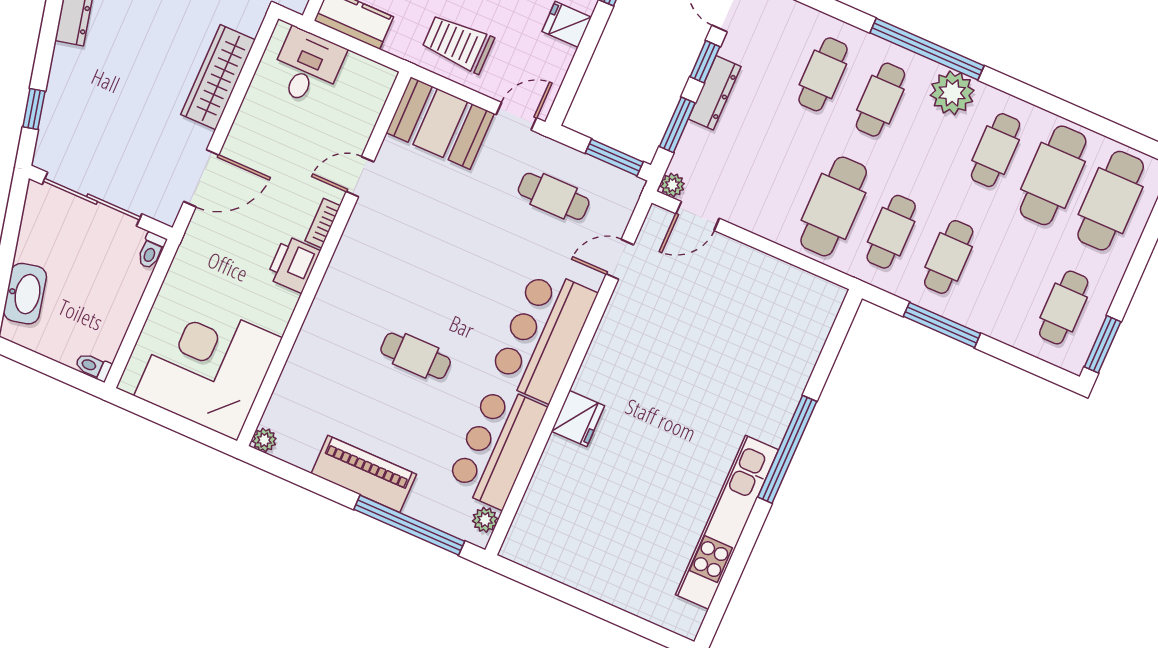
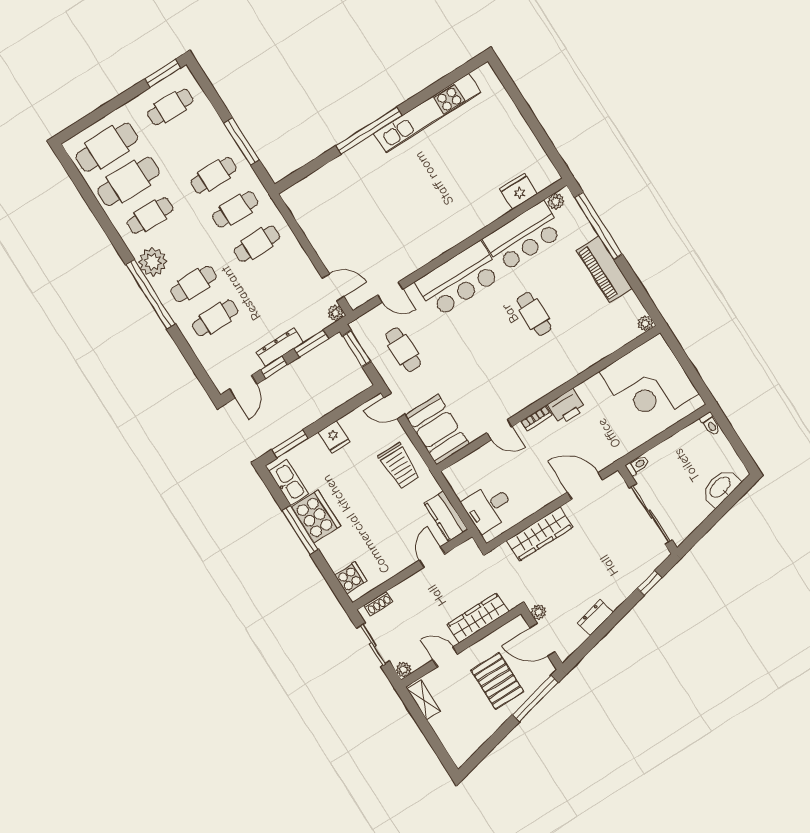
cafe table: (834, 206) -> (257, 244), width x0.73, depth x0.74
fridge: (578, 418) -> (519, 191), moved

